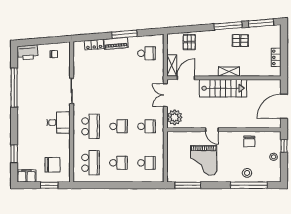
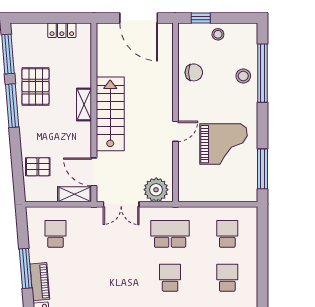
pallet: (240, 41) -> (35, 87), width x1.50, depth x1.42
school desk: (146, 126) -> (170, 234), width x1.85

